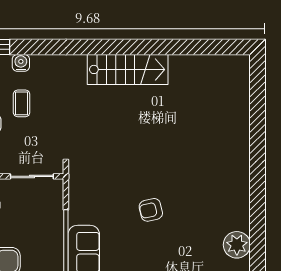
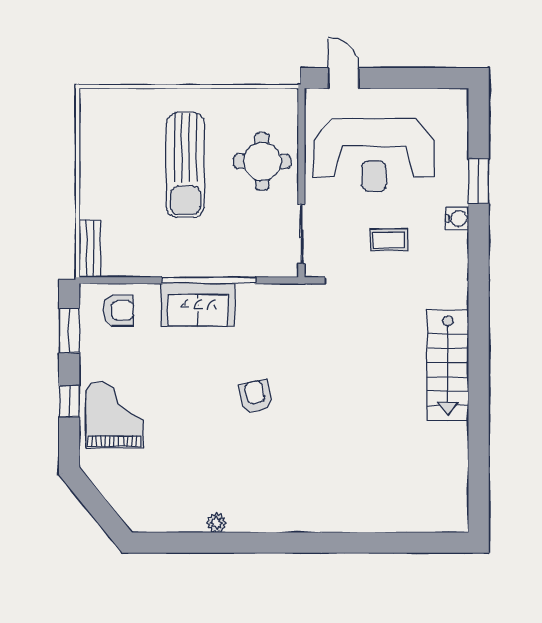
coffee table: (22, 103) -> (389, 240), moved
plant: (237, 245) -> (216, 523), width x0.53, depth x0.53

